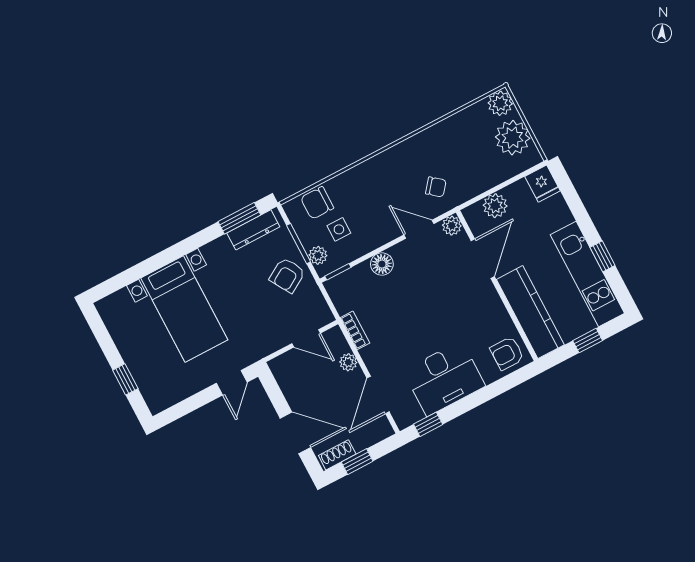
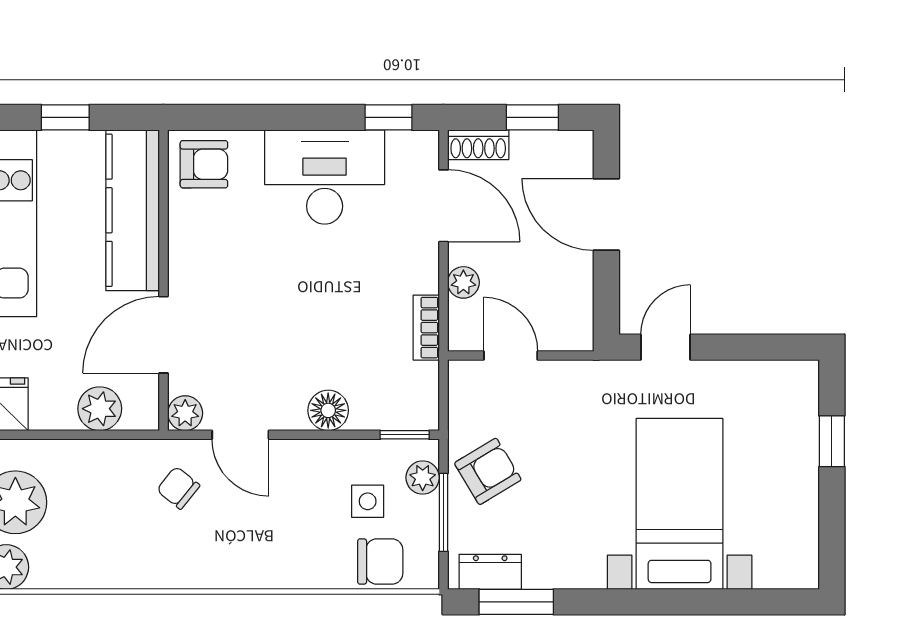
dresser: (253, 230) -> (490, 572), width x0.70
door: (378, 395) -> (443, 206), hinge flipped
shoe rack: (337, 455) -> (478, 145), moved

